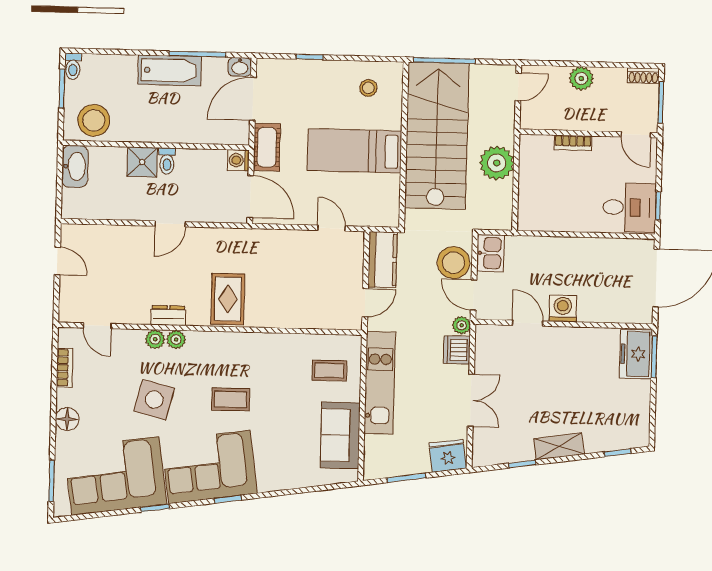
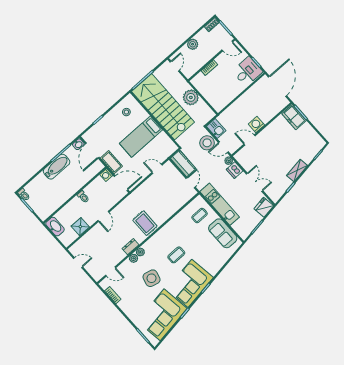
stool: (94, 120) -> (47, 206), removed
shower: (142, 162) -> (80, 227), moved
floor lamp: (67, 419) -> (129, 311), removed

